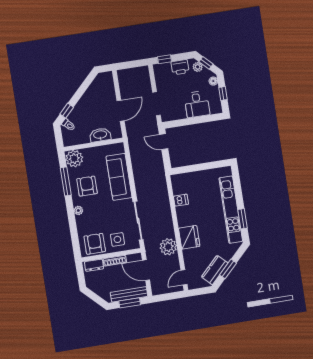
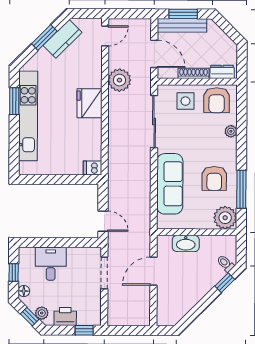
dishwasher: (181, 200) -> (92, 168), moved
plant: (78, 210) -> (231, 131), moved
fridge: (189, 237) -> (89, 103), moved

